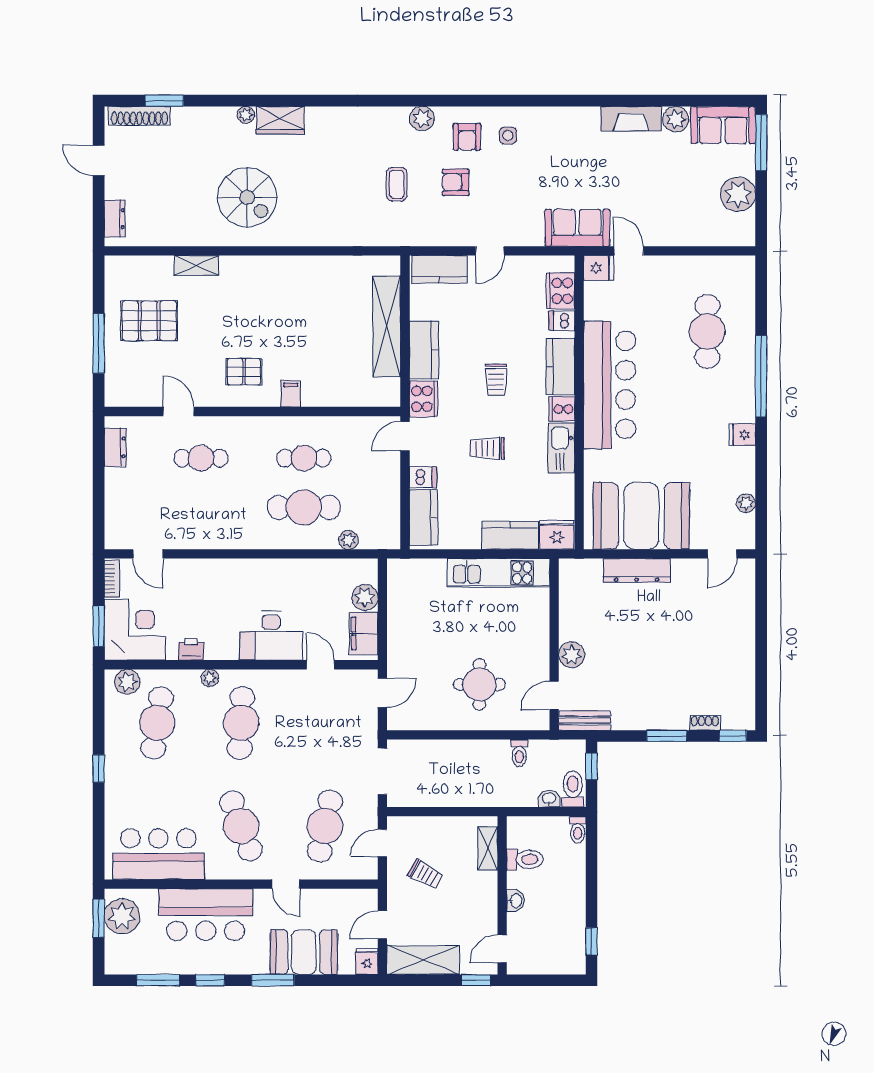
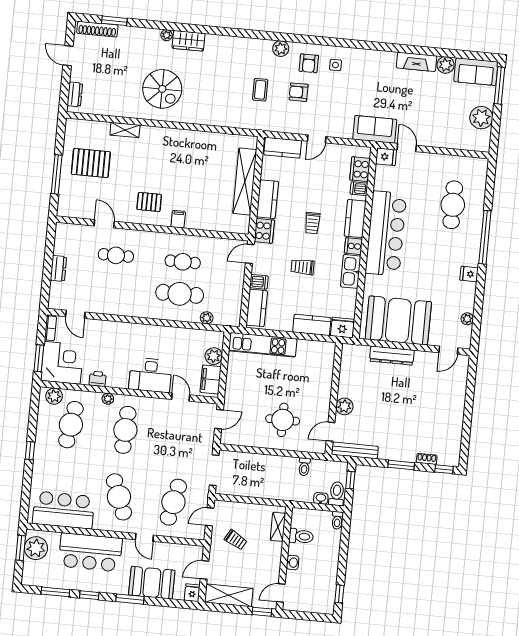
dresser: (115, 447) -> (58, 268), moved
kitchen unit: (499, 573) -> (263, 345), moved
bench: (585, 720) -> (355, 450), width x1.36

